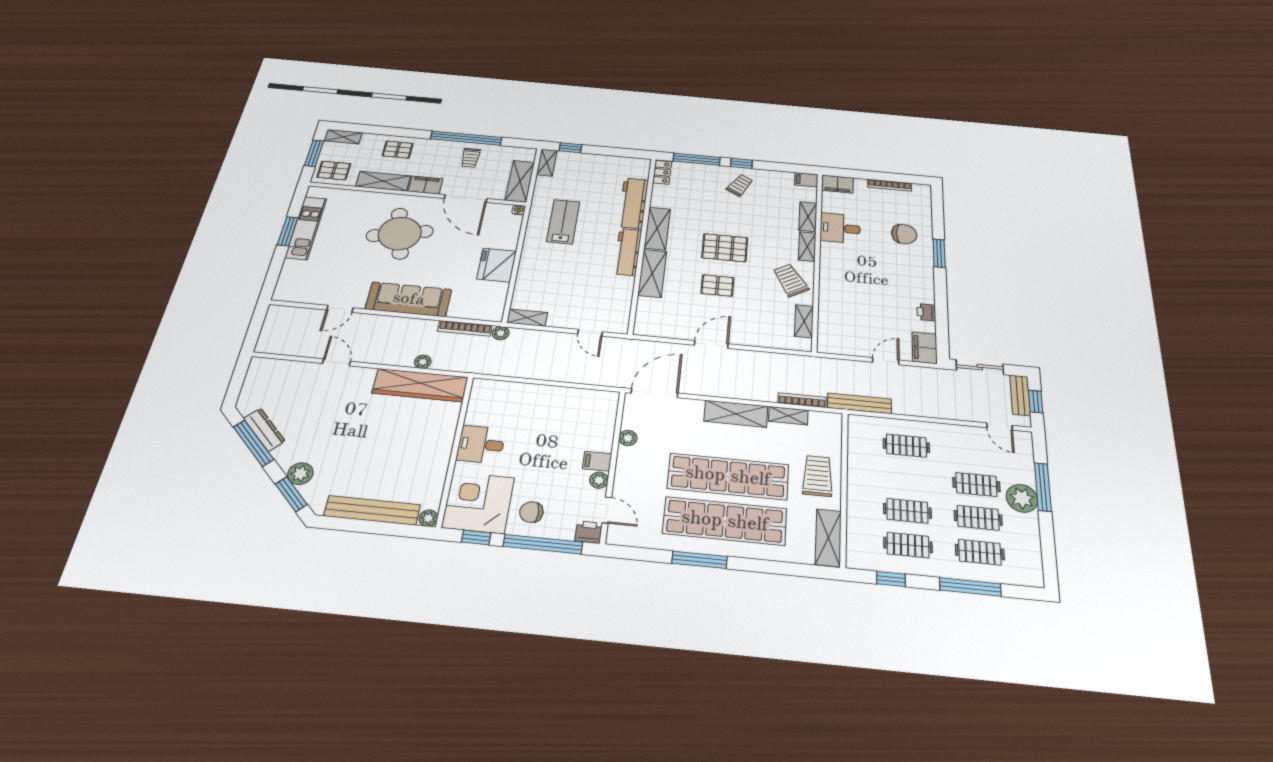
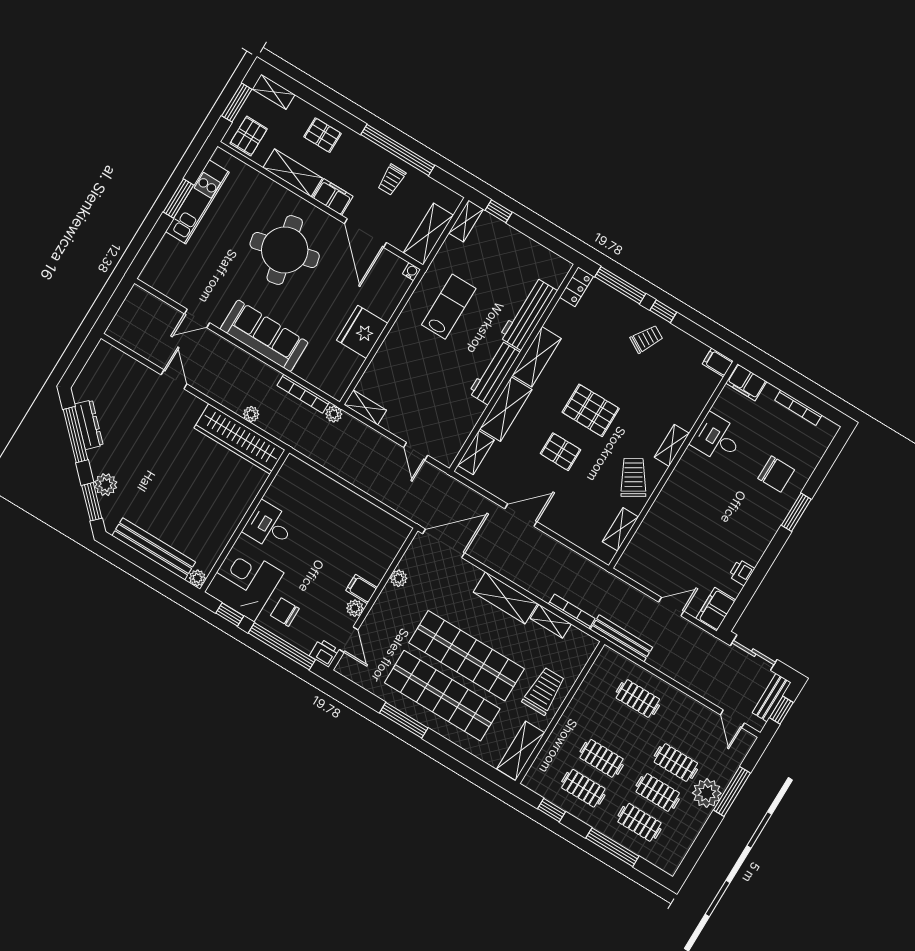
pallet: (334, 171) -> (249, 136), turned 90
shelving: (808, 217) -> (476, 453), moved

